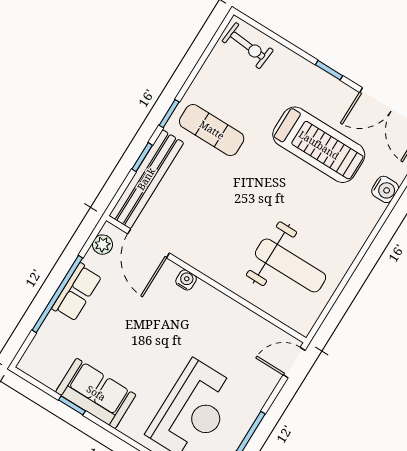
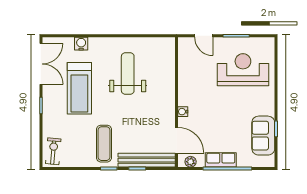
treadmill: (319, 145) -> (79, 88), turned 180
door: (149, 243) -> (176, 140), hinge flipped
weight bench: (291, 265) -> (128, 74), moved
door: (294, 363) -> (204, 36), moved
sofa: (96, 393) -> (263, 136), moved

